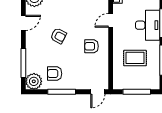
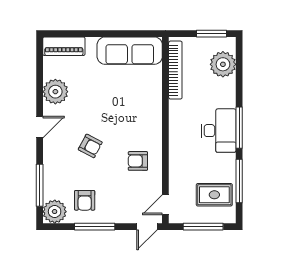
door: (111, 20) -> (165, 205), moved
rug: (135, 58) -> (214, 195), moved
armchair: (55, 74) -> (85, 200), turned -90

